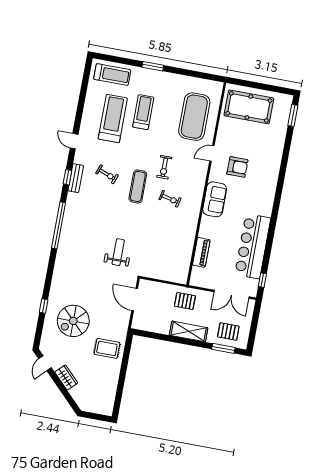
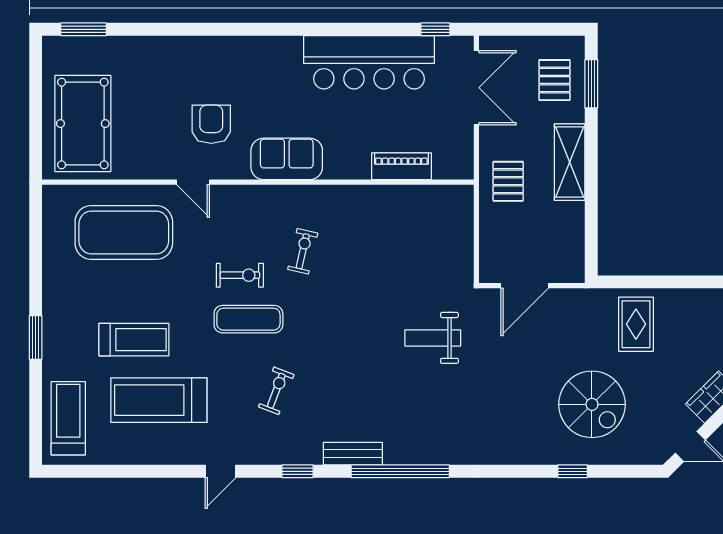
treadmill: (143, 112) -> (134, 340), turned 180
bench: (76, 178) -> (353, 454), moved
exercise mat: (138, 186) -> (248, 319), moved

